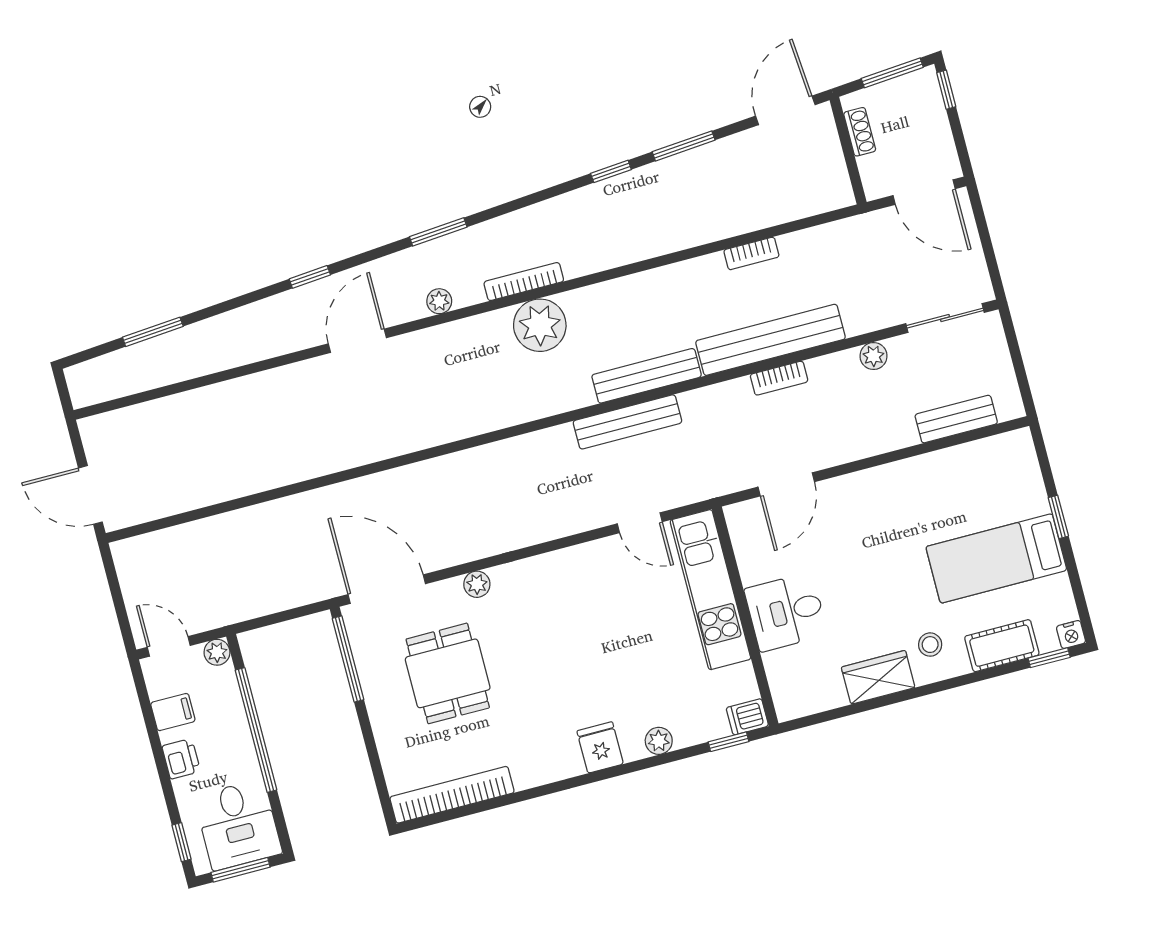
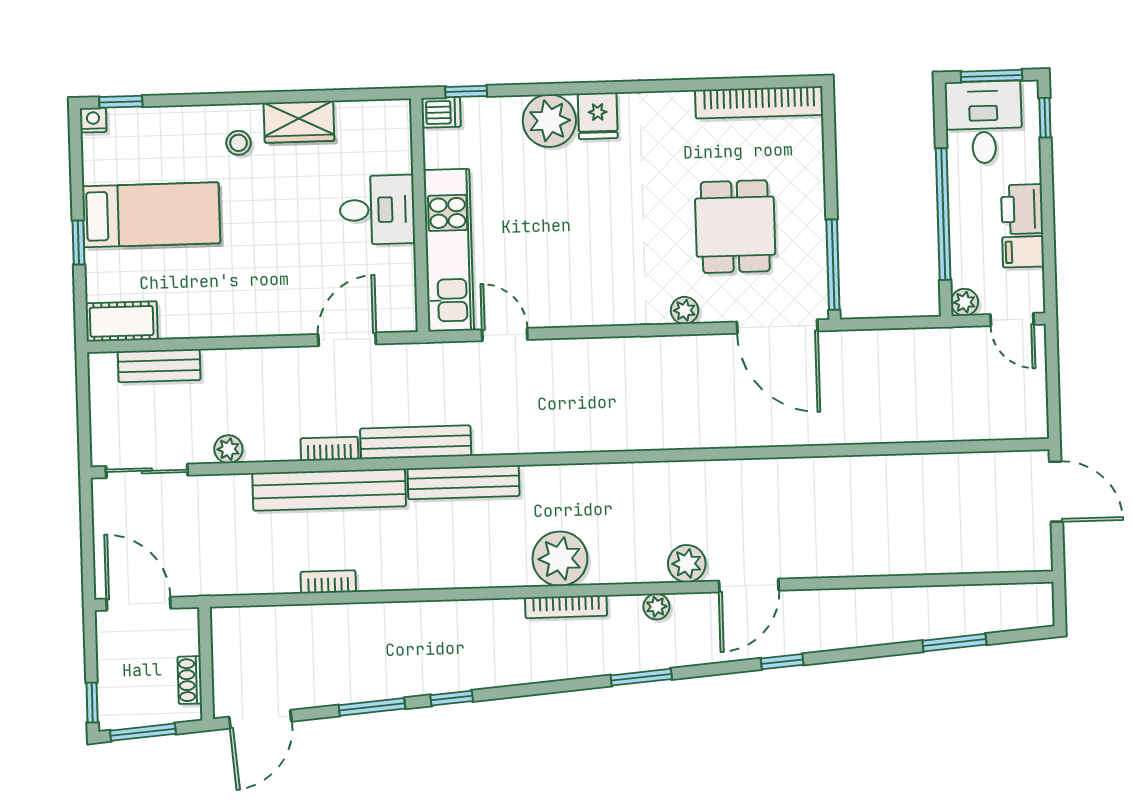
plant: (420, 348) -> (687, 564), added
bench: (627, 422) -> (416, 442), moved
cot: (1002, 646) -> (122, 321), moved
plant: (659, 741) -> (549, 121), width x1.88, depth x1.88
printer: (181, 759) -> (1022, 209), width x1.36, depth x1.24

